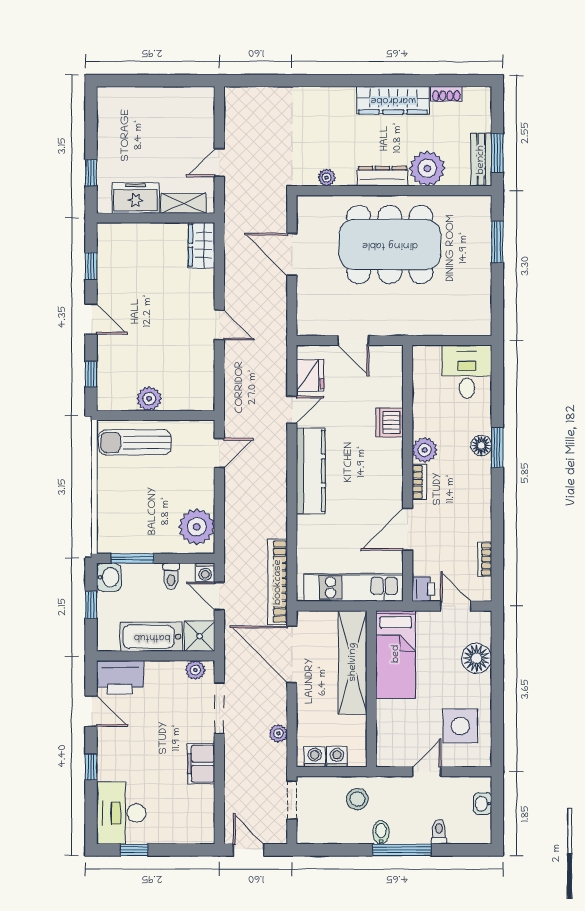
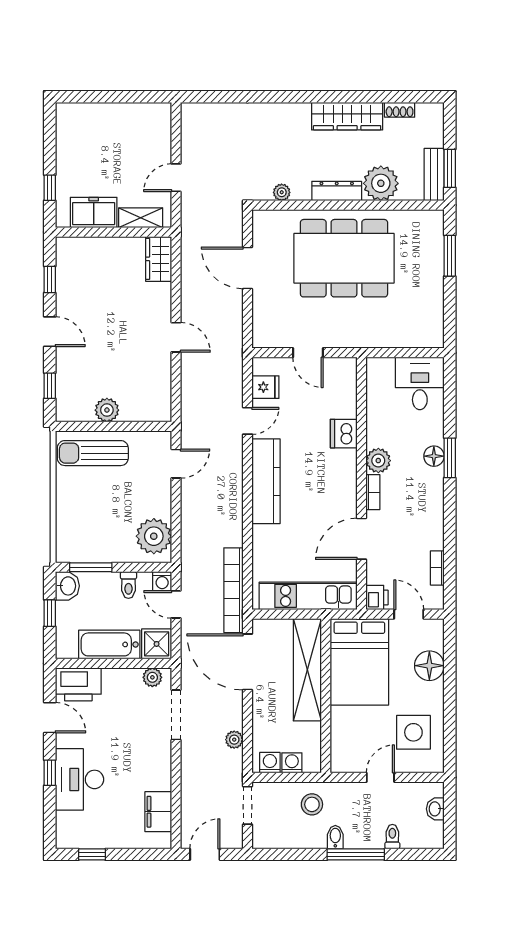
fridge: (310, 375) -> (265, 387), width x0.72
bed: (396, 654) -> (359, 662), width x1.50
filing cabinet: (201, 764) -> (158, 812), moved
desk: (121, 813) -> (79, 779), moved
door: (249, 850) -> (205, 854), hinge flipped

